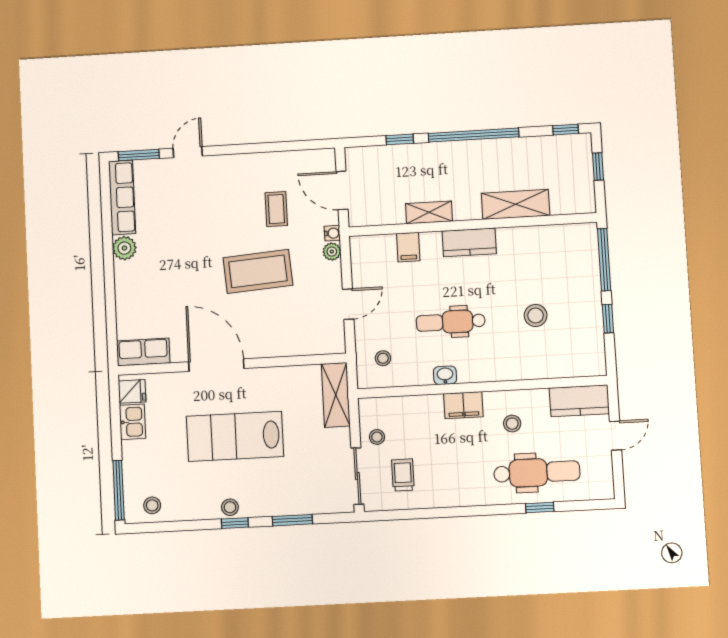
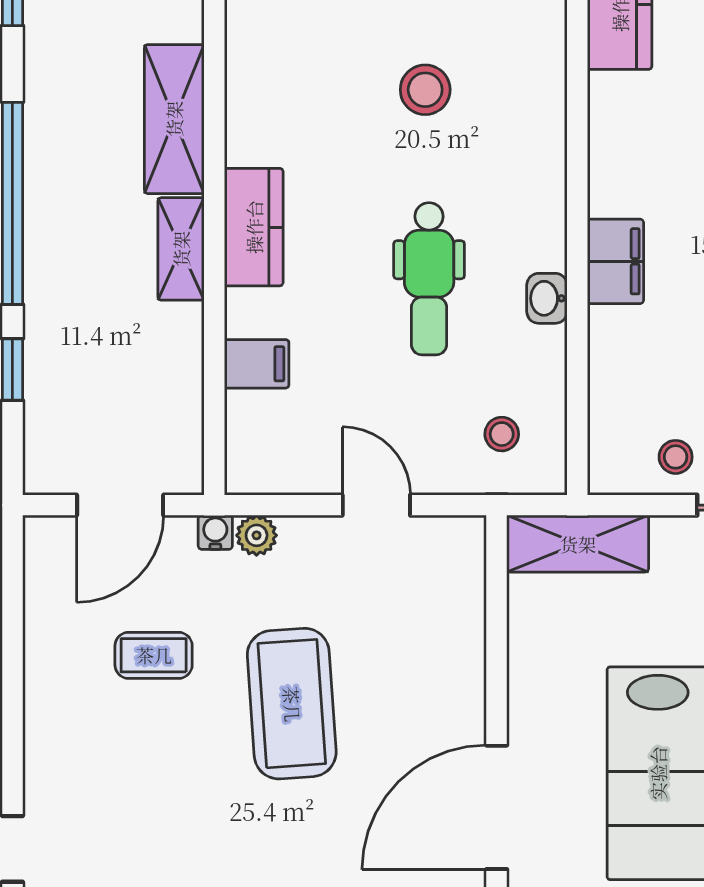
shelving: (429, 212) -> (181, 249), moved
stool: (512, 424) -> (662, 156), removed

